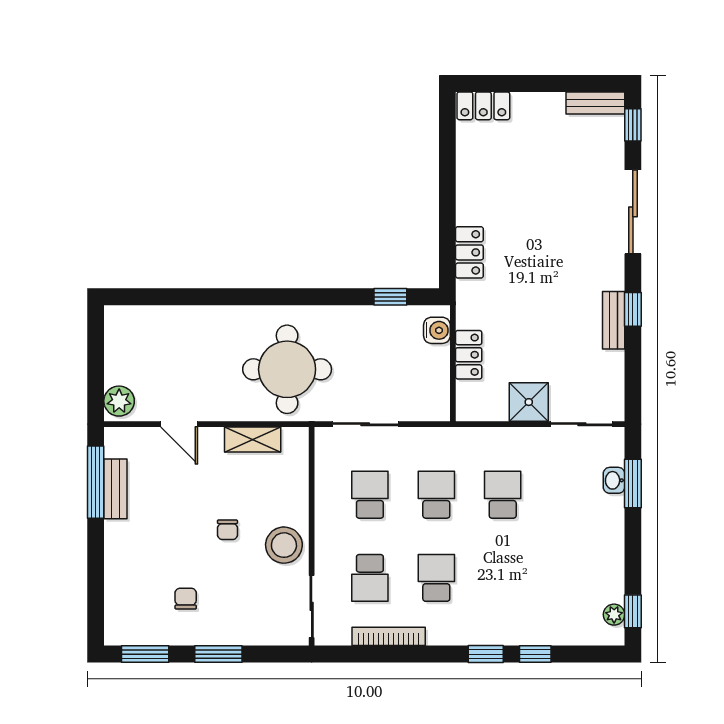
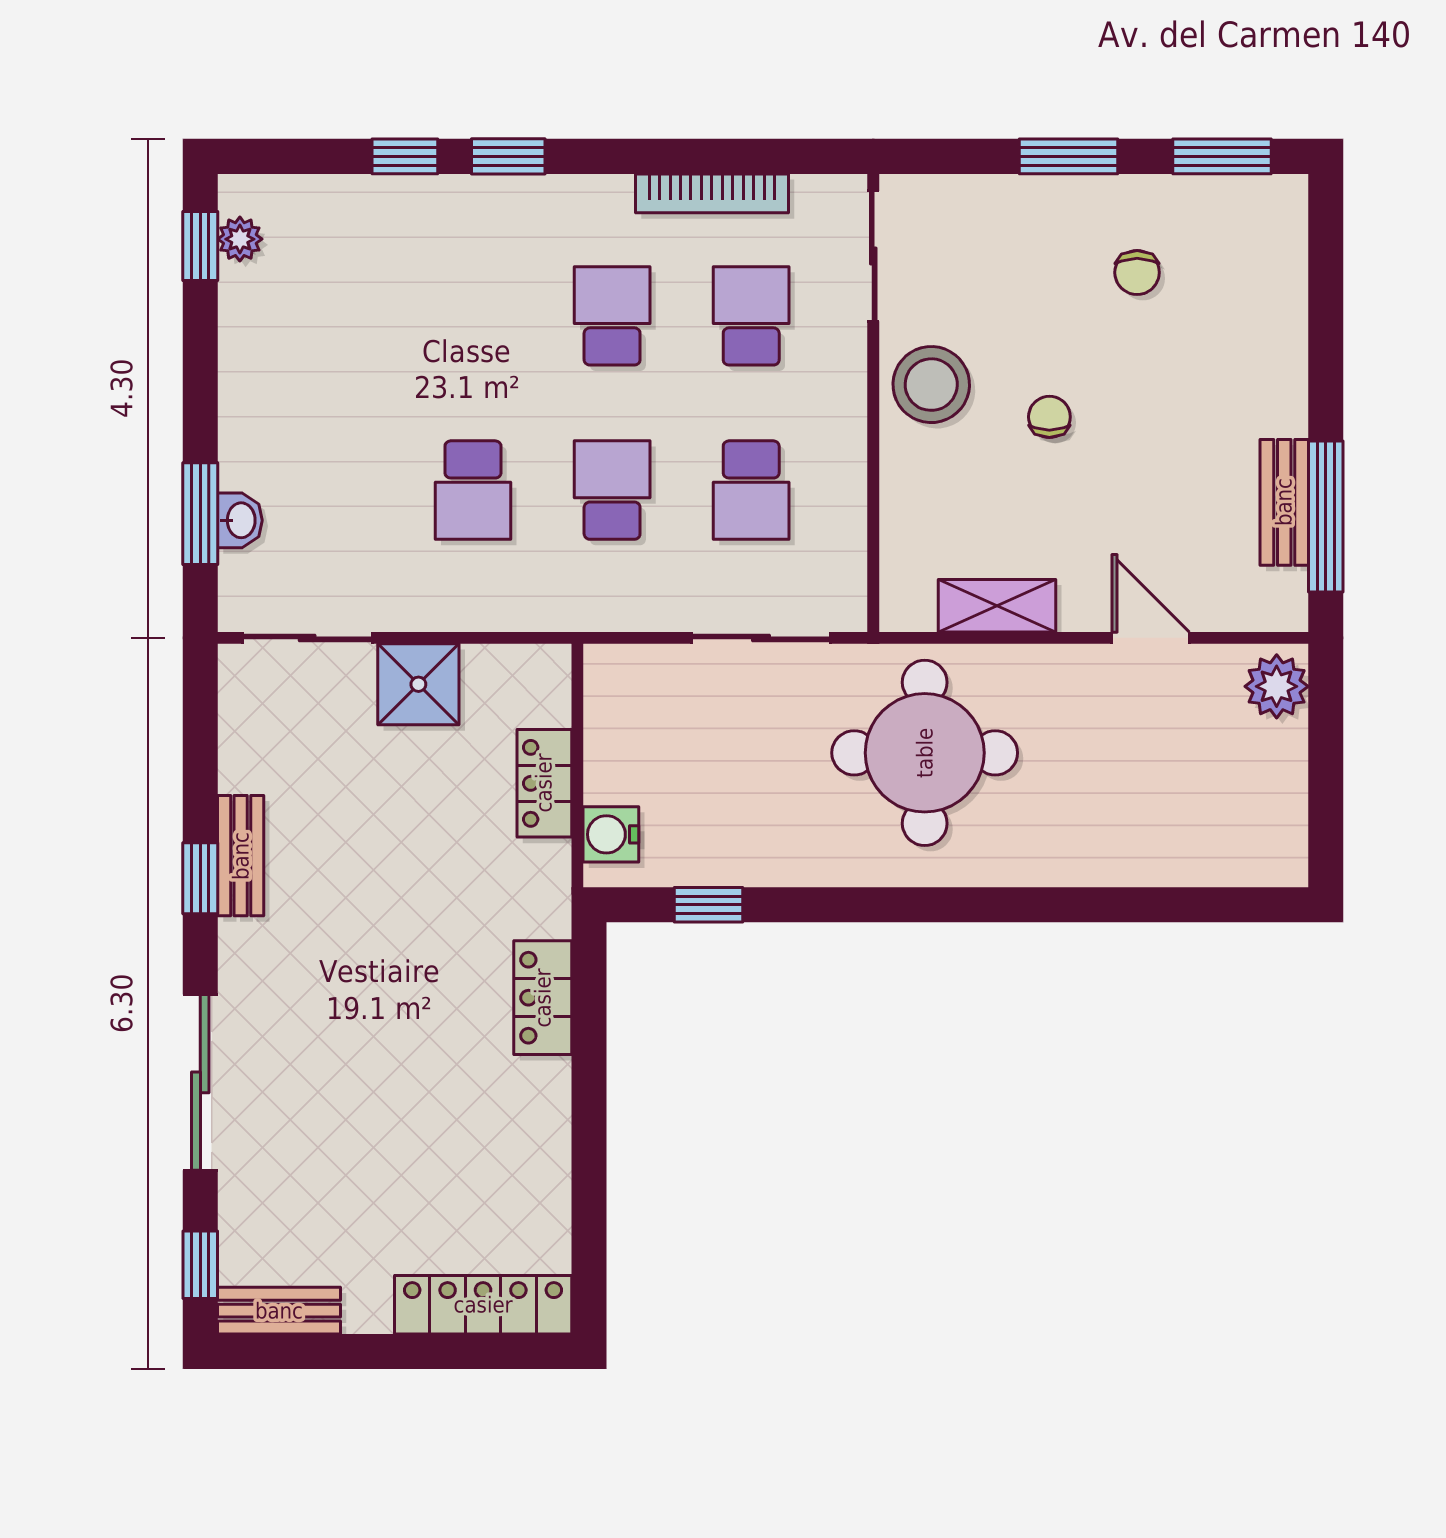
locker: (483, 106) -> (483, 1305), width x1.53
school desk: (436, 495) -> (612, 490), turned 180
school desk: (436, 578) -> (612, 316), turned 180

